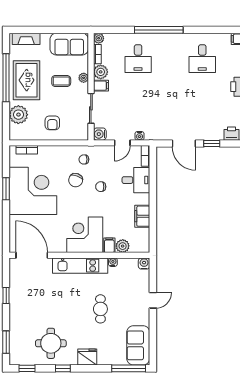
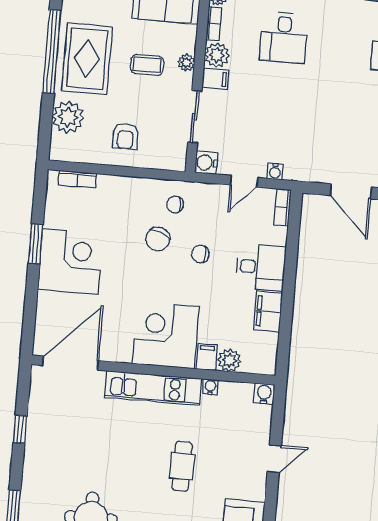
desk: (136, 180) -> (261, 267), moved
corner desk: (33, 191) -> (70, 262), width x0.74, depth x0.74
door: (32, 255) -> (71, 363), hinge flipped

